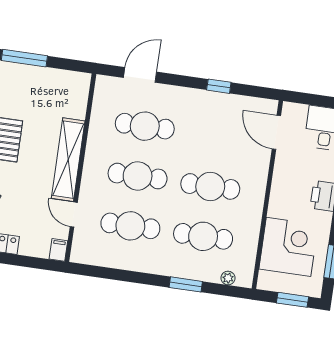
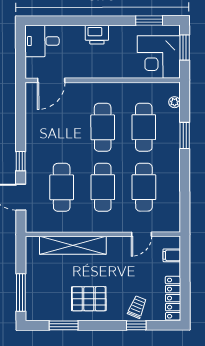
window: (219, 86) -> (21, 161), moved
shelving: (68, 160) -> (73, 245), moved
corner desk: (289, 247) -> (159, 57), moved, turned -90
filing cabinet: (58, 250) -> (172, 255), moved

